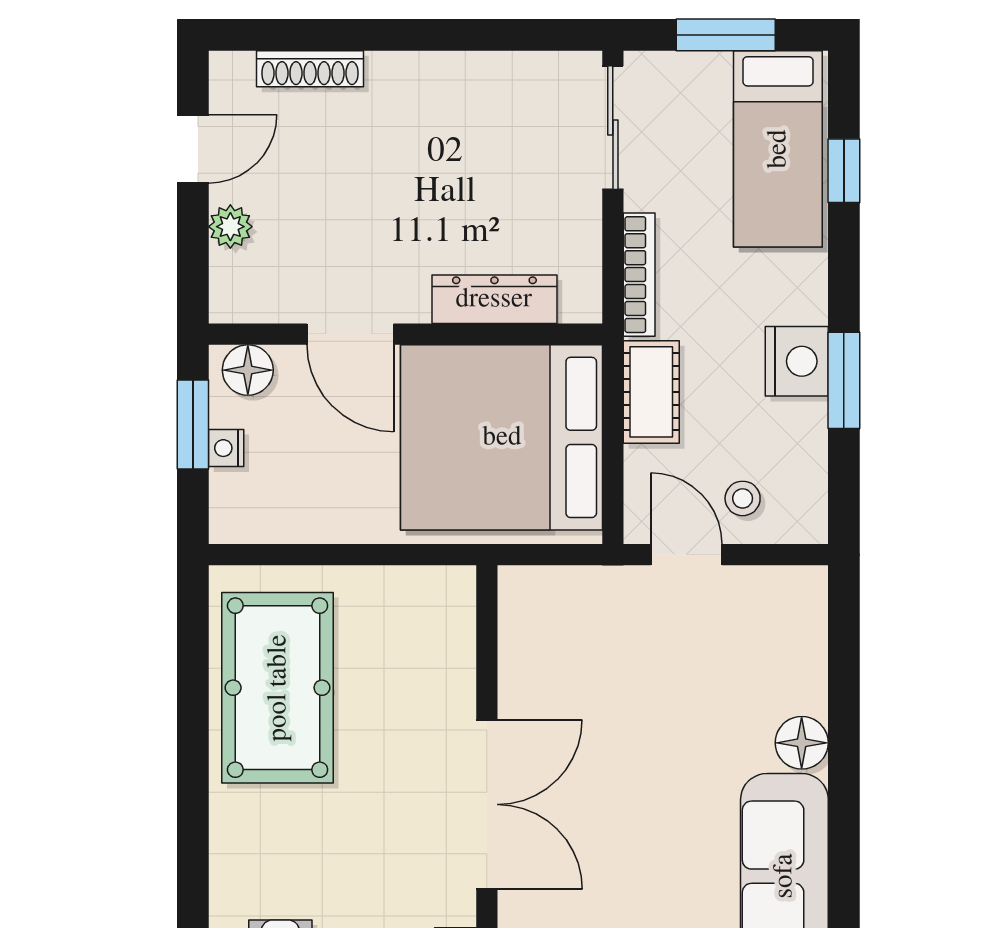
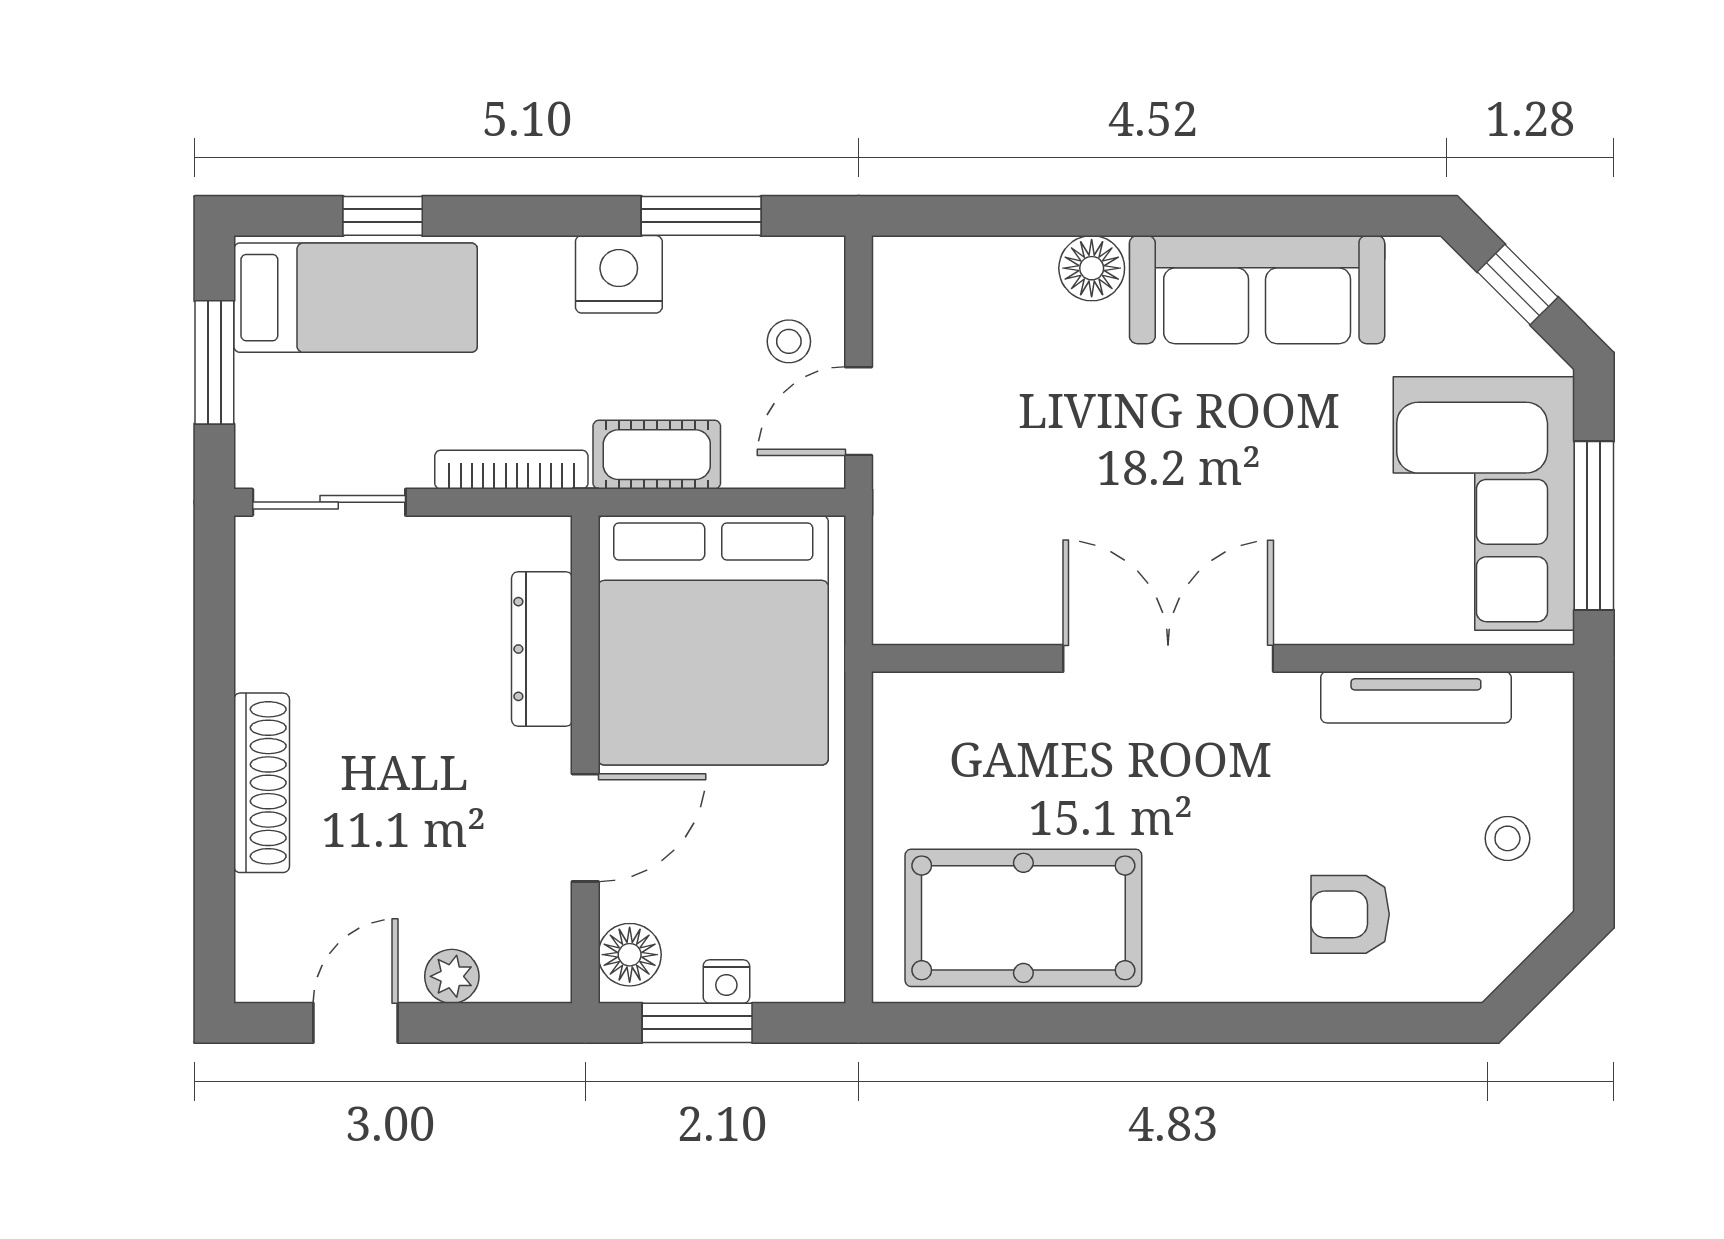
shoe rack: (310, 69) -> (262, 783), moved, width x1.36, depth x1.24
door: (193, 149) -> (356, 1023), hinge flipped
window: (844, 380) -> (701, 216), moved

